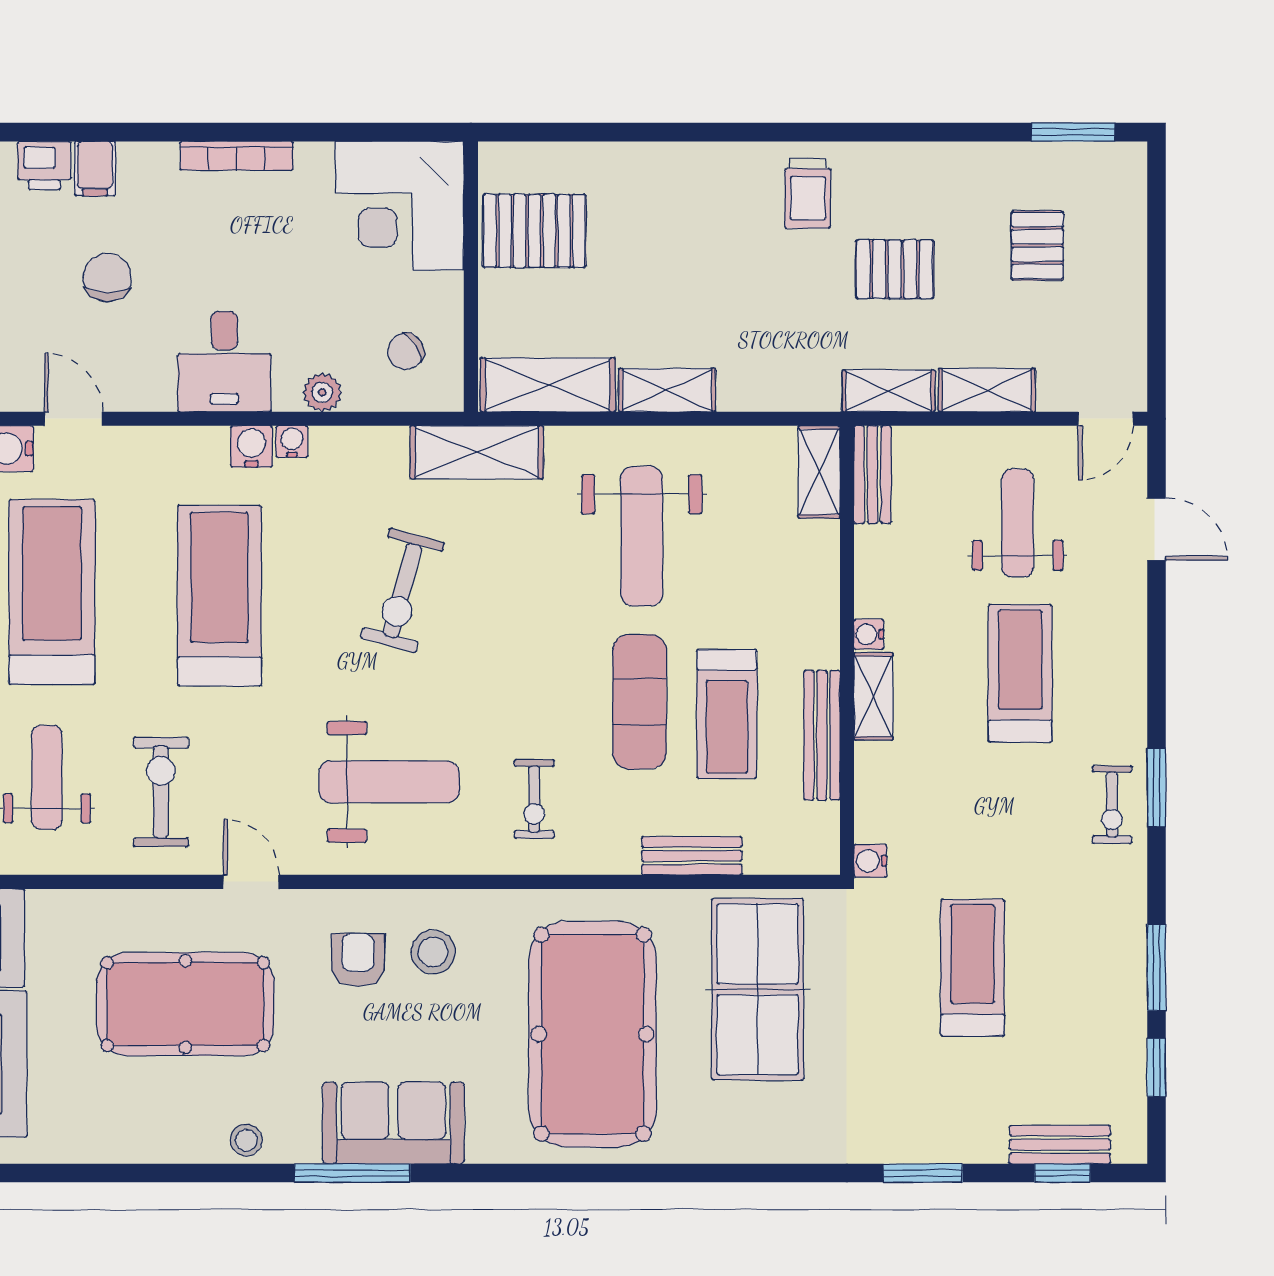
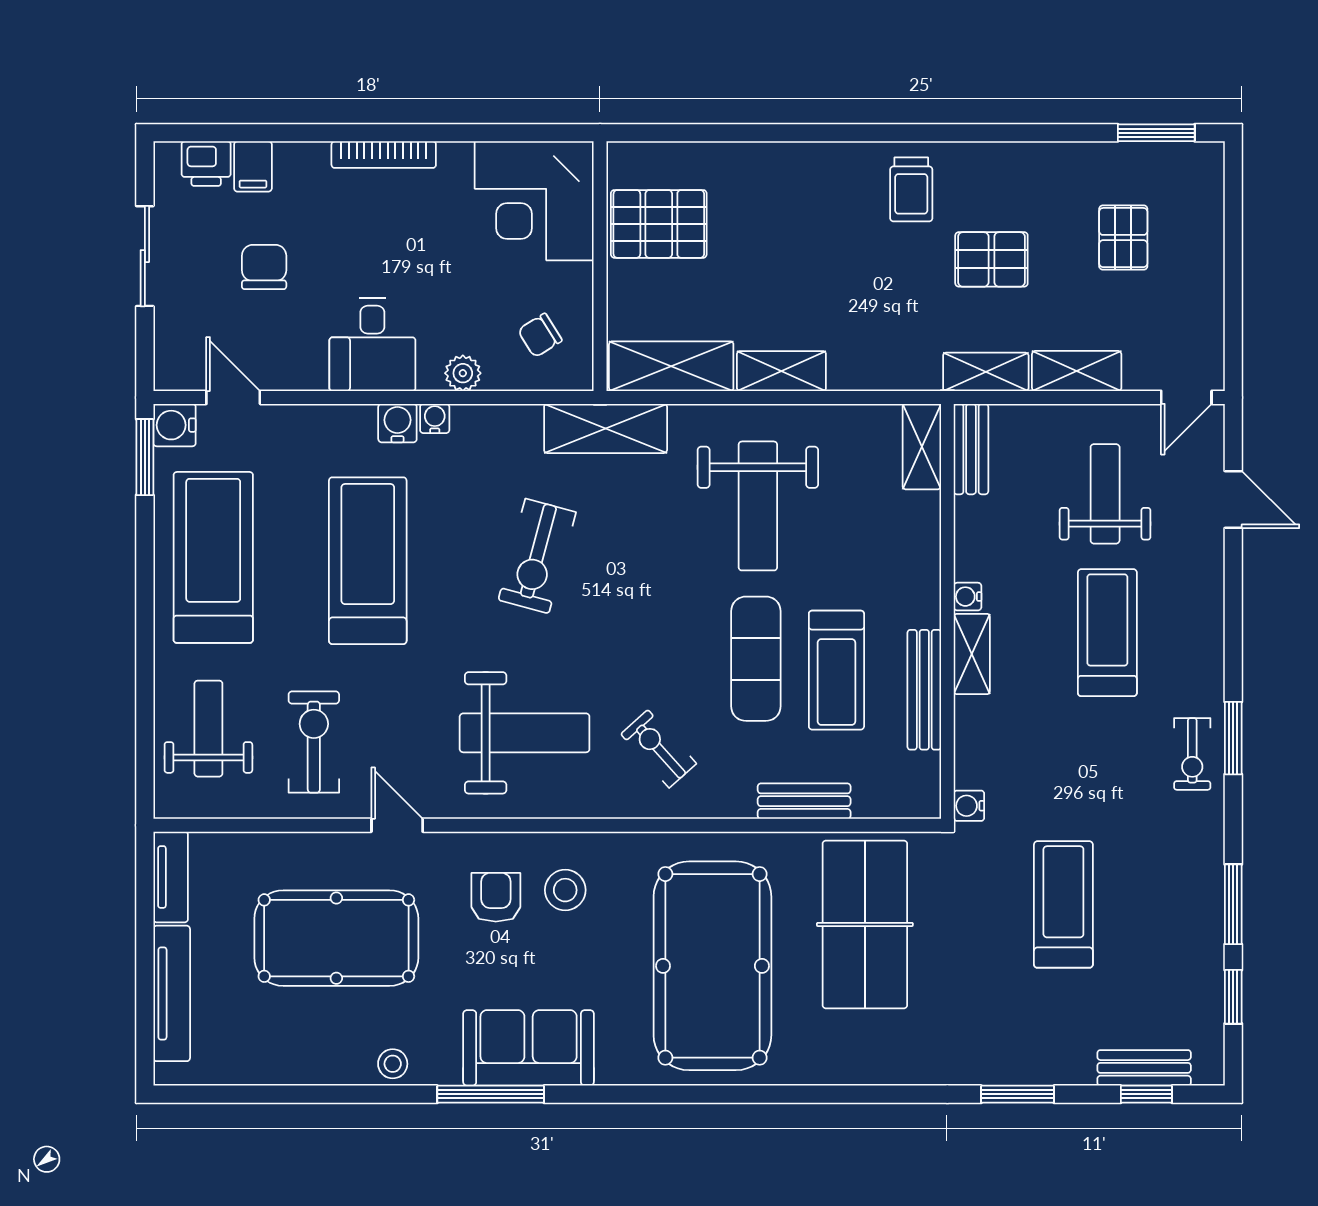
exercise bike: (534, 799) -> (659, 749), turned 138

